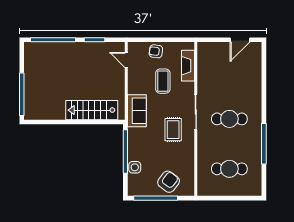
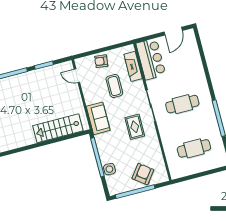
bar counter: (209, 63) -> (151, 59), added

